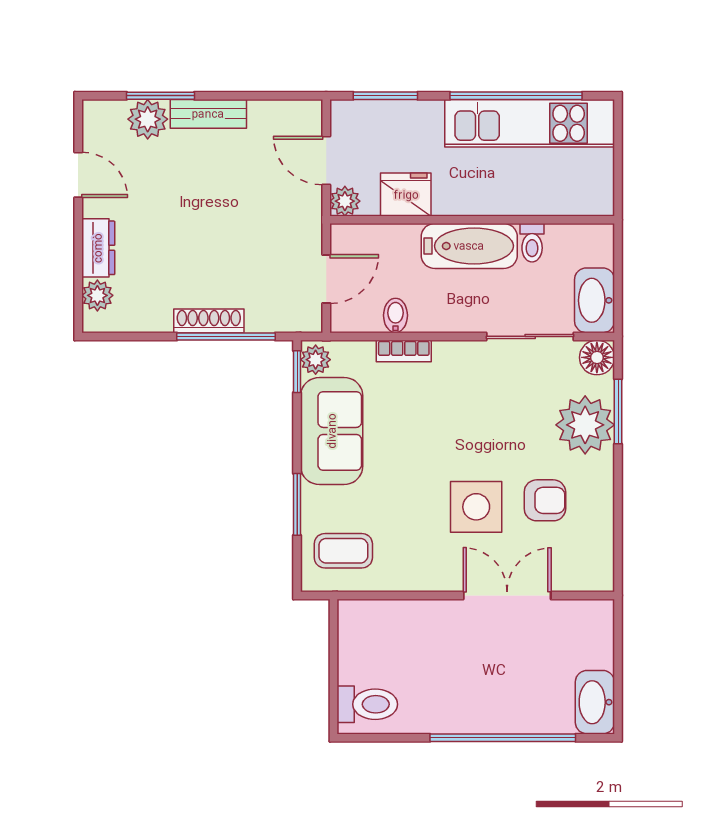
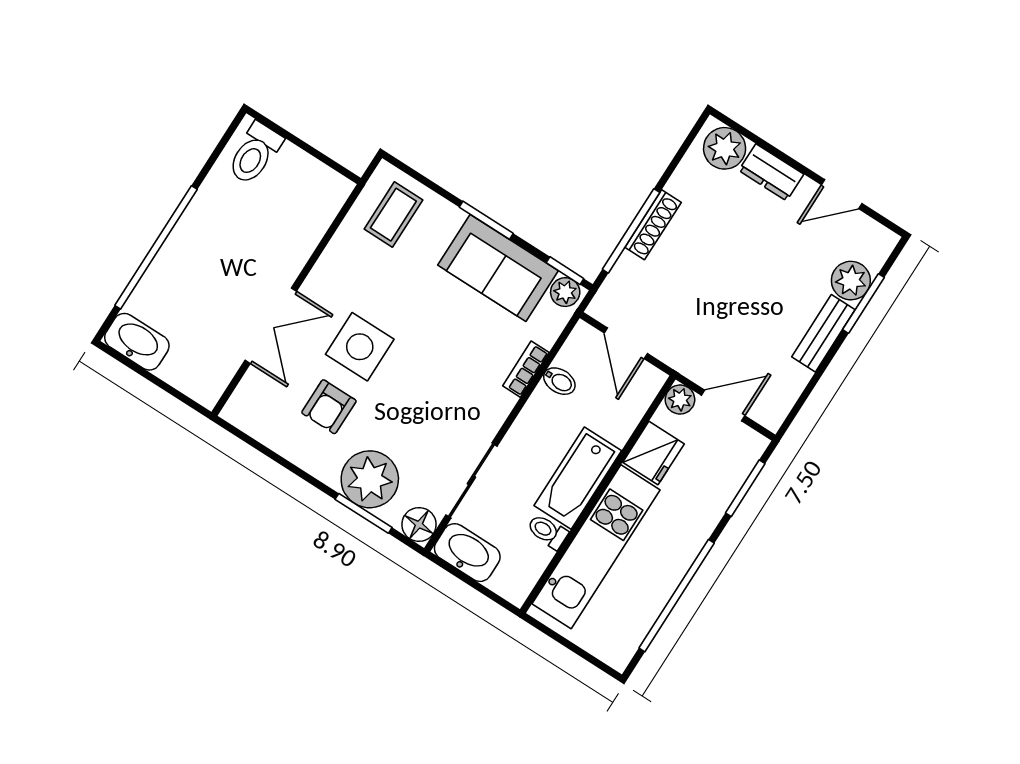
kitchen unit: (530, 123) -> (596, 547), moved, turned 180
plant: (97, 295) -> (725, 148), width x1.38, depth x1.38
window: (297, 504) -> (486, 220), moved

